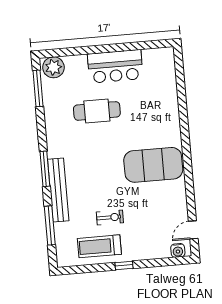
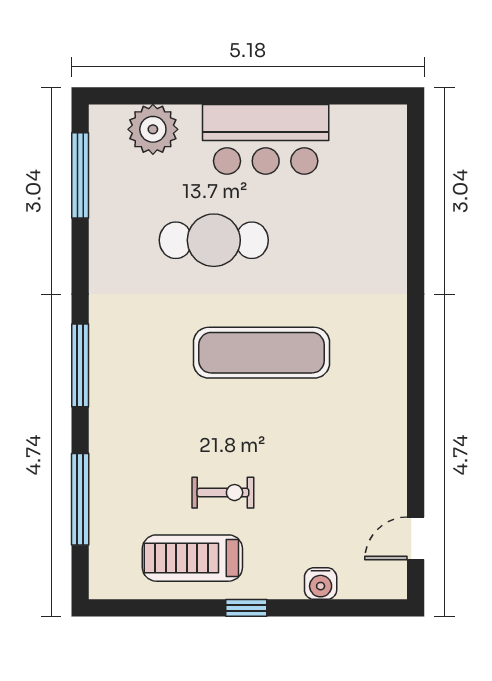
plant: (53, 67) -> (153, 129), moved
exercise mat: (153, 165) -> (261, 353), moved, width x0.68
bench: (58, 190) -> (107, 418), removed
water cooler: (178, 250) -> (321, 584), moved

